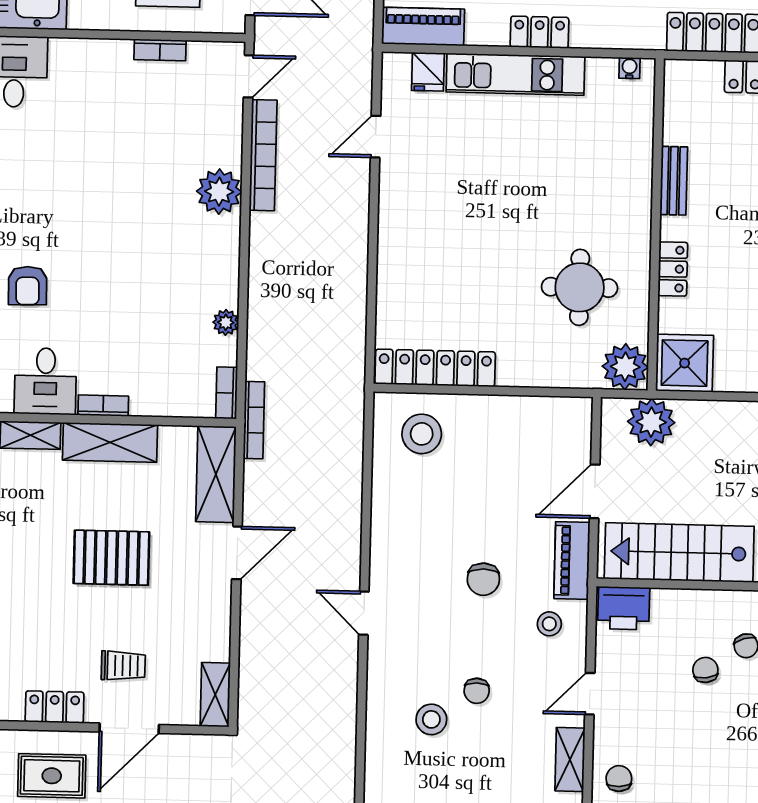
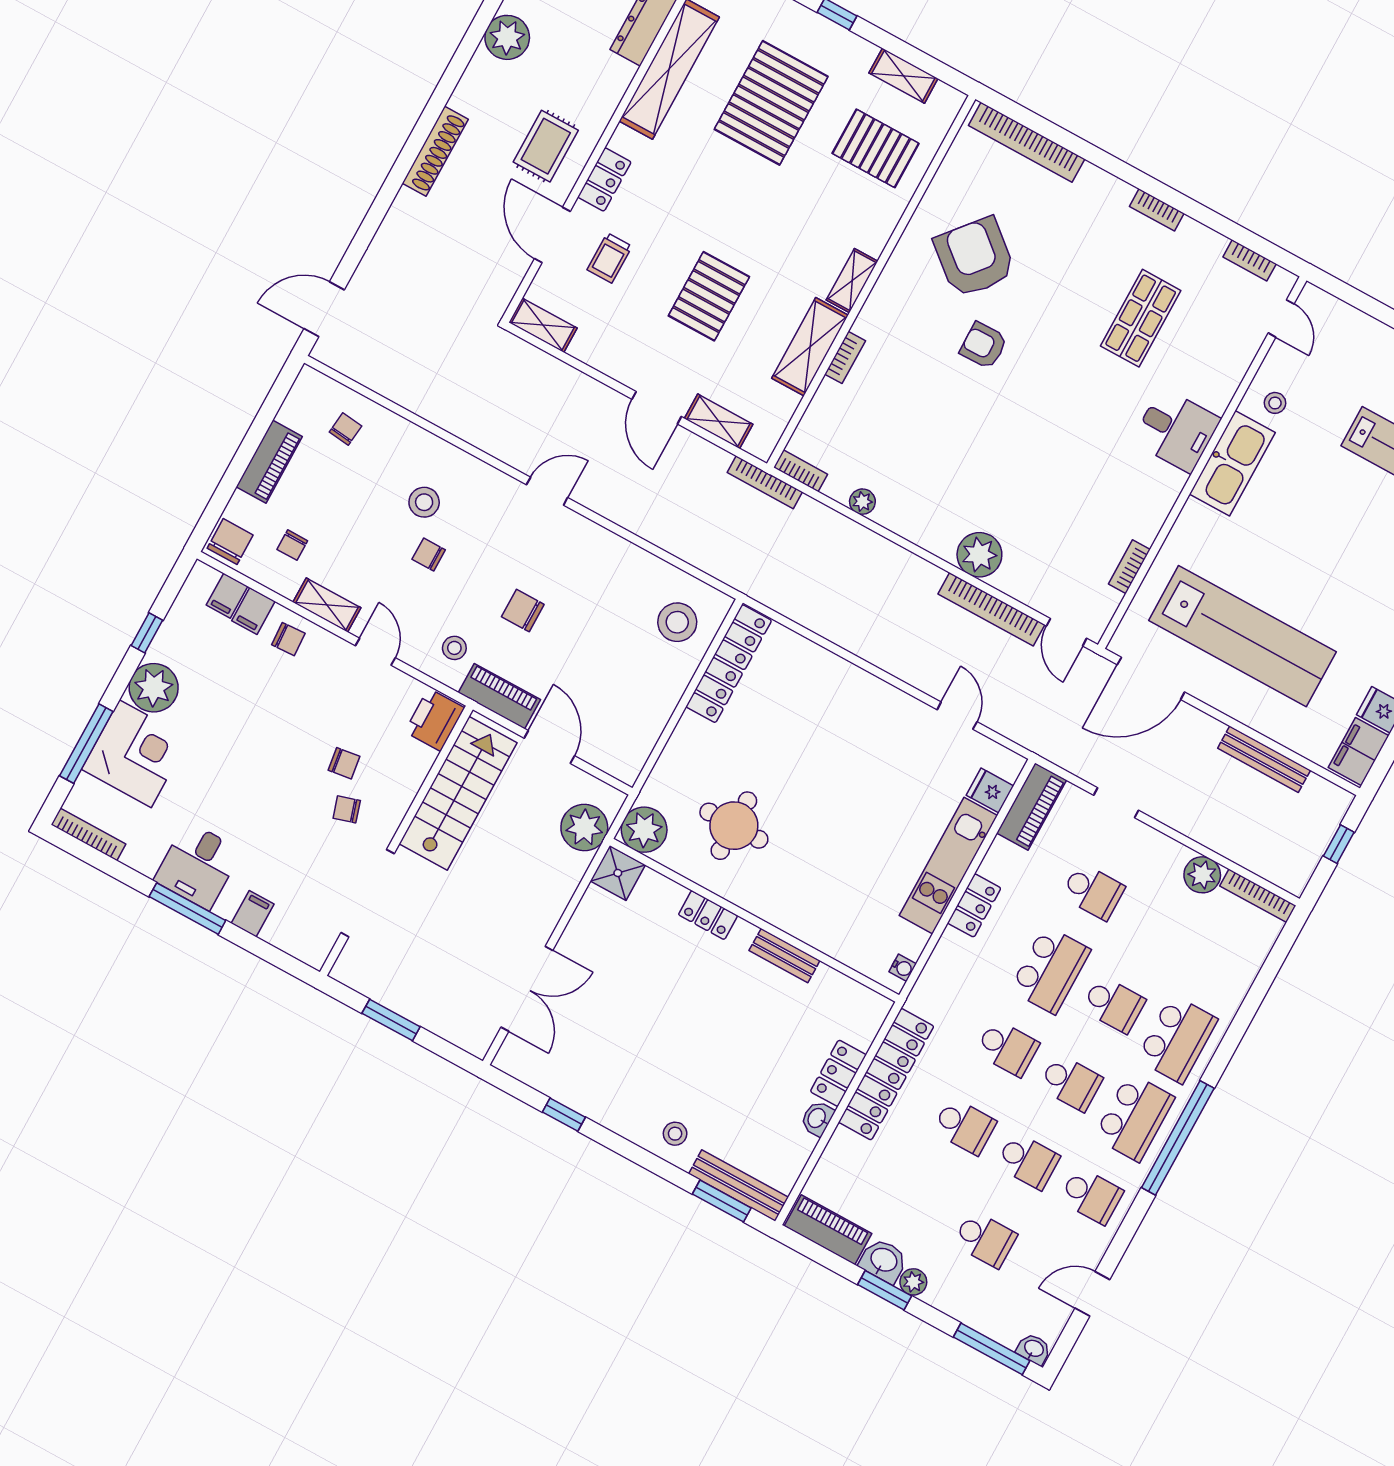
shower: (685, 363) -> (618, 873), width x0.73, depth x0.73
desk: (45, 381) -> (892, 318), removed
shelving: (216, 474) -> (719, 421), width x0.67, depth x0.75

